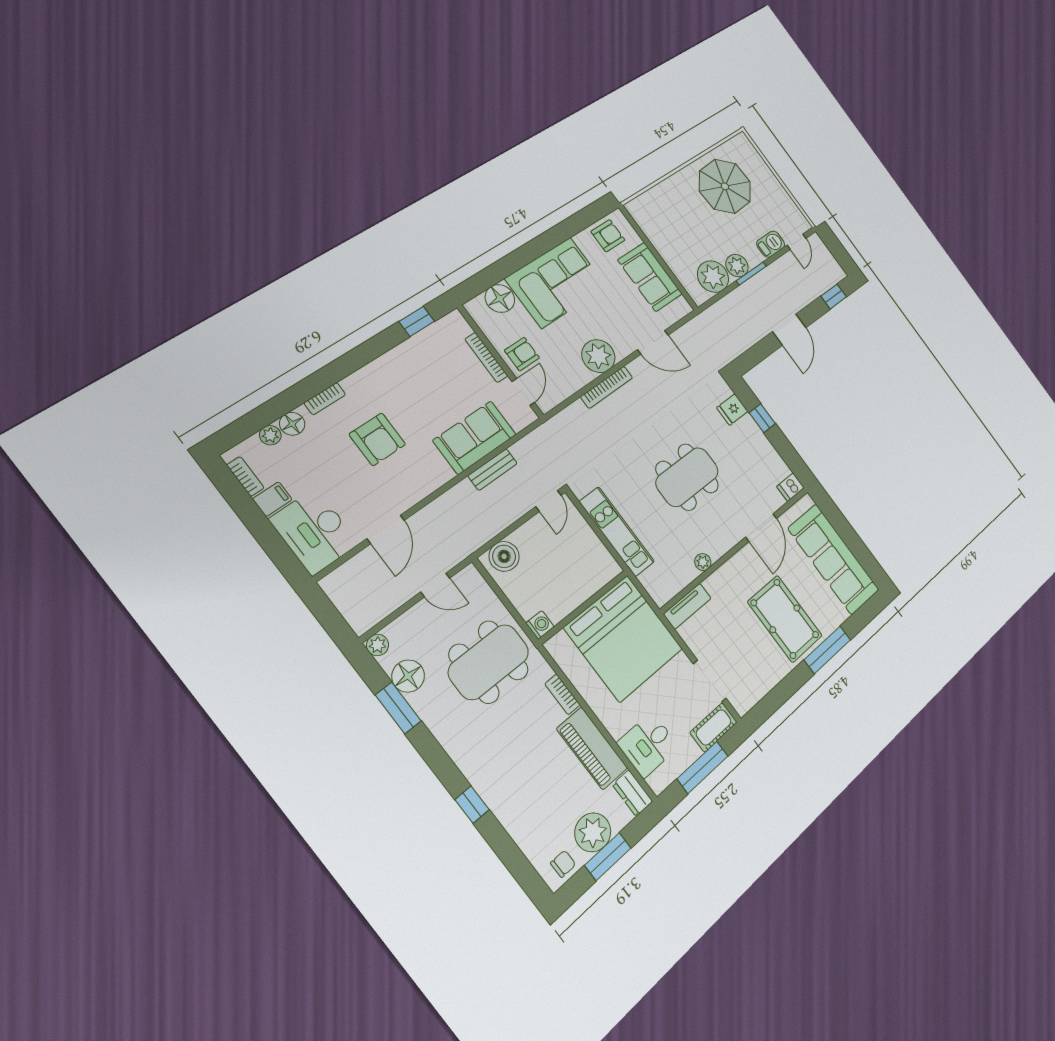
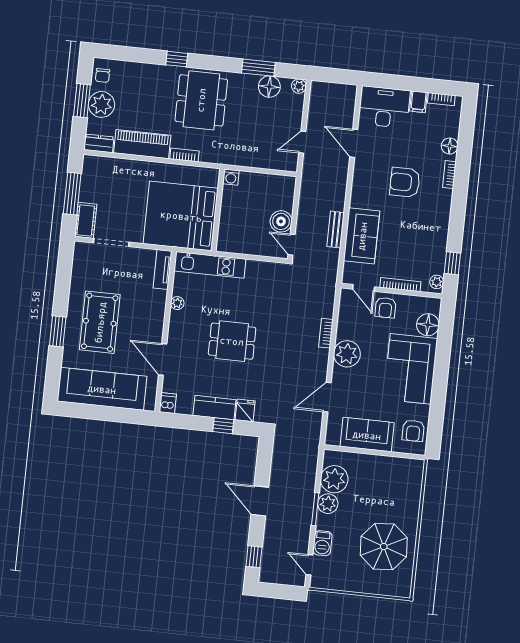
bookcase: (607, 387) -> (326, 333), width x0.64
plant: (270, 435) -> (437, 282), moved
kitchen counter: (756, 440) -> (214, 408), added
dining table: (687, 477) -> (232, 341), width x0.73
kitchen unit: (617, 532) -> (210, 265), moved
boiler: (504, 556) -> (281, 221), moved
pool table: (785, 619) -> (100, 322), turned 90
window: (827, 650) -> (58, 331), width x0.69
dining table: (489, 662) -> (201, 100), moved
desk: (648, 745) -> (114, 175), removed

